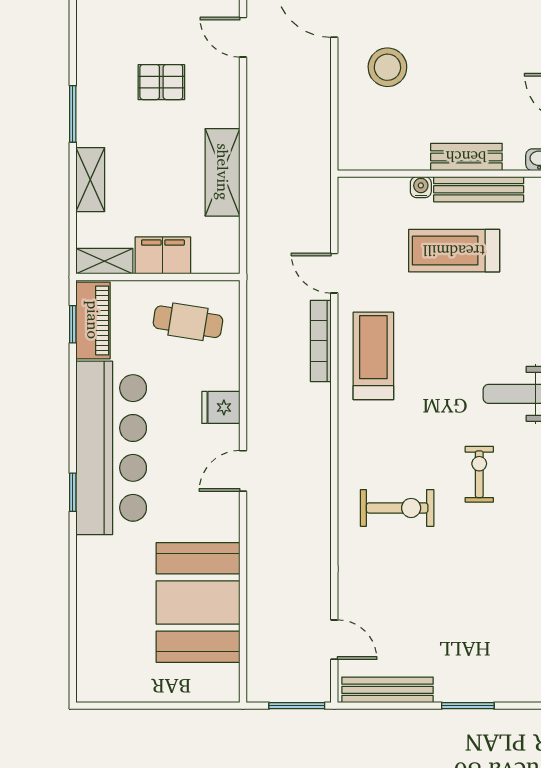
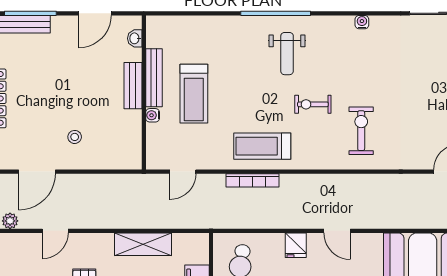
stool: (387, 67) -> (75, 137), width x0.53, depth x0.53
door: (334, 273) -> (183, 172), moved
exercise bike: (479, 474) -> (313, 104), moved

